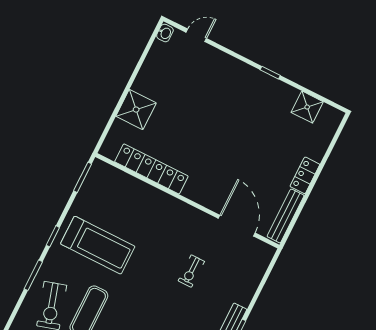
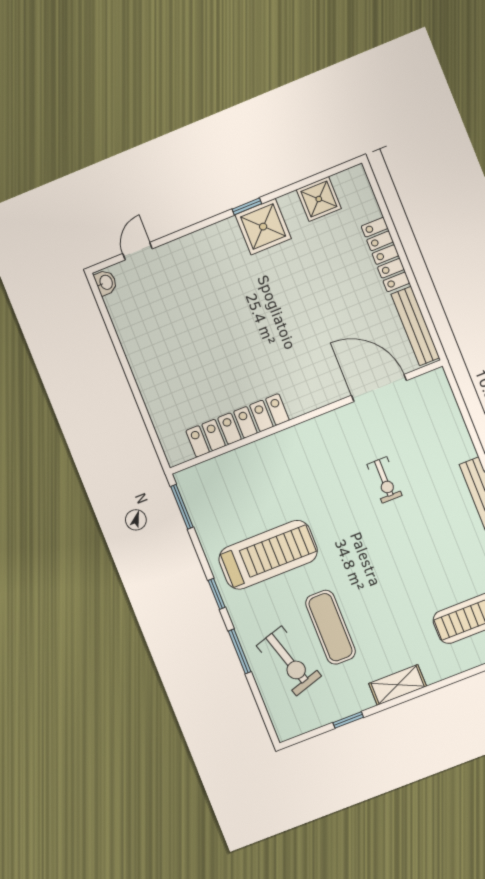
shower: (136, 110) -> (263, 227), moved
locker: (305, 175) -> (385, 255), width x1.53

